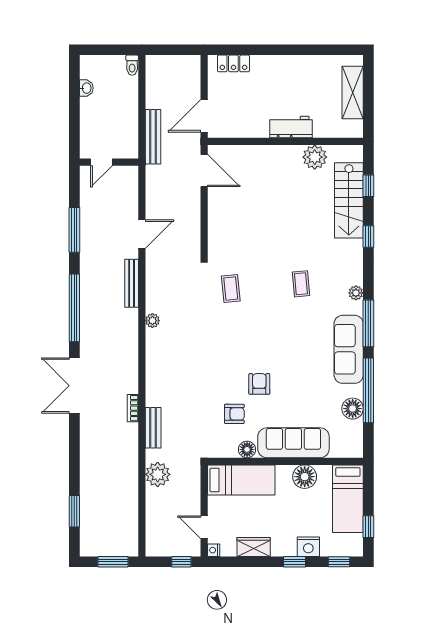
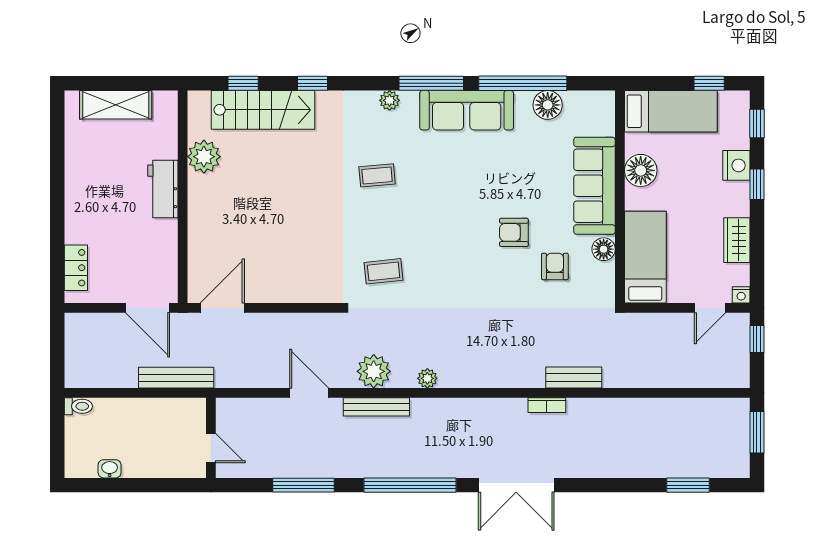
plant: (158, 474) -> (374, 371), moved

